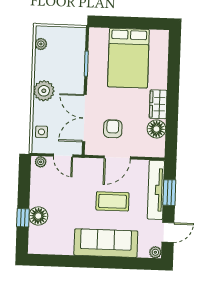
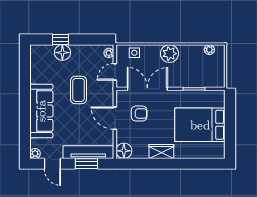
floor lamp: (156, 129) -> (124, 151), moved
coffee table: (112, 201) -> (79, 90), moved

